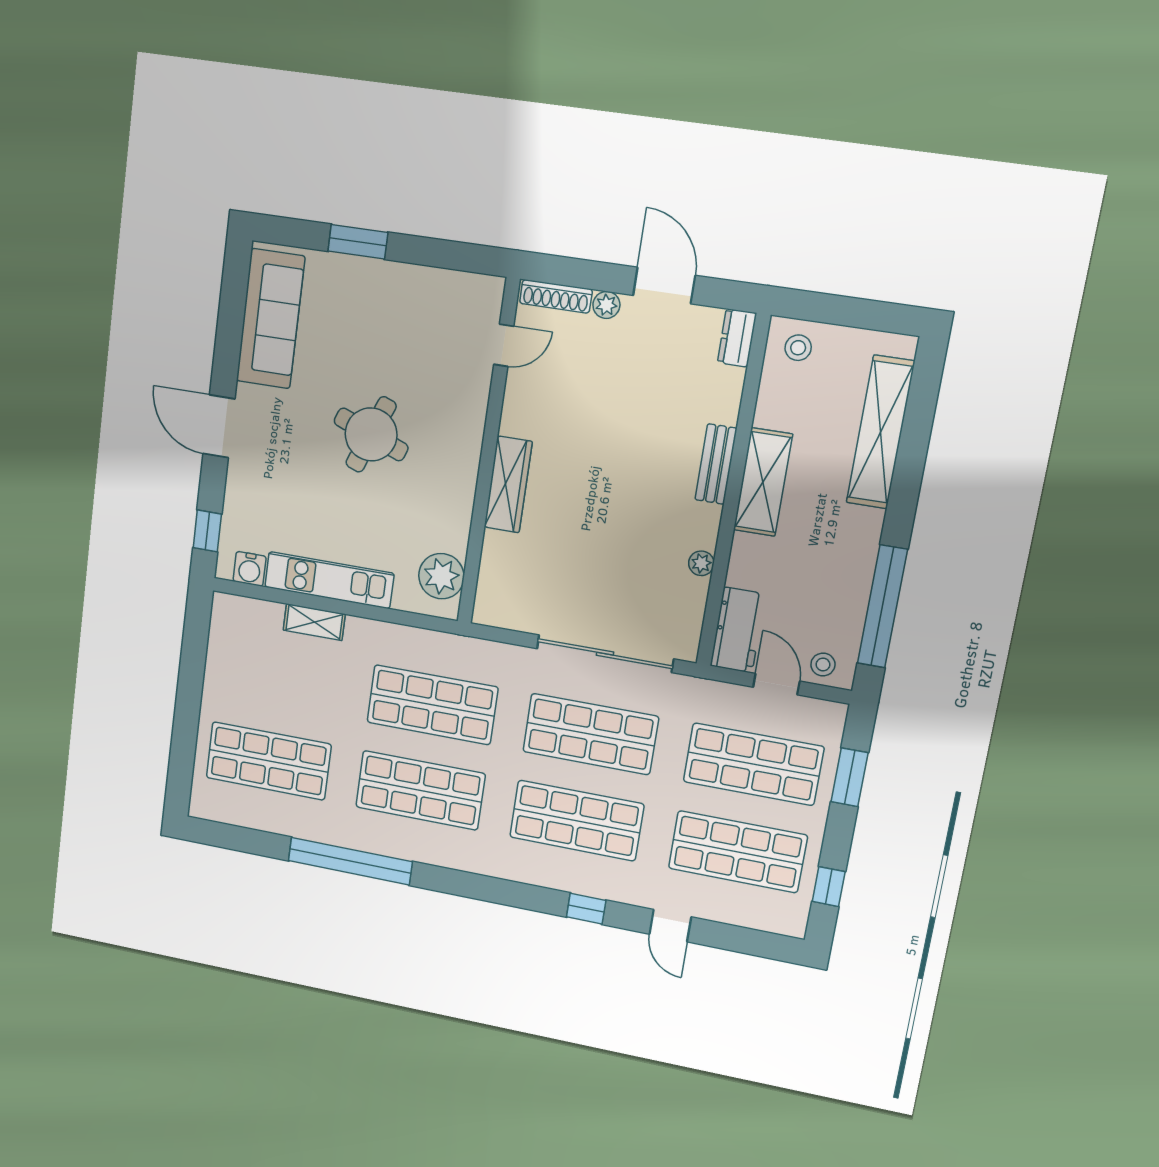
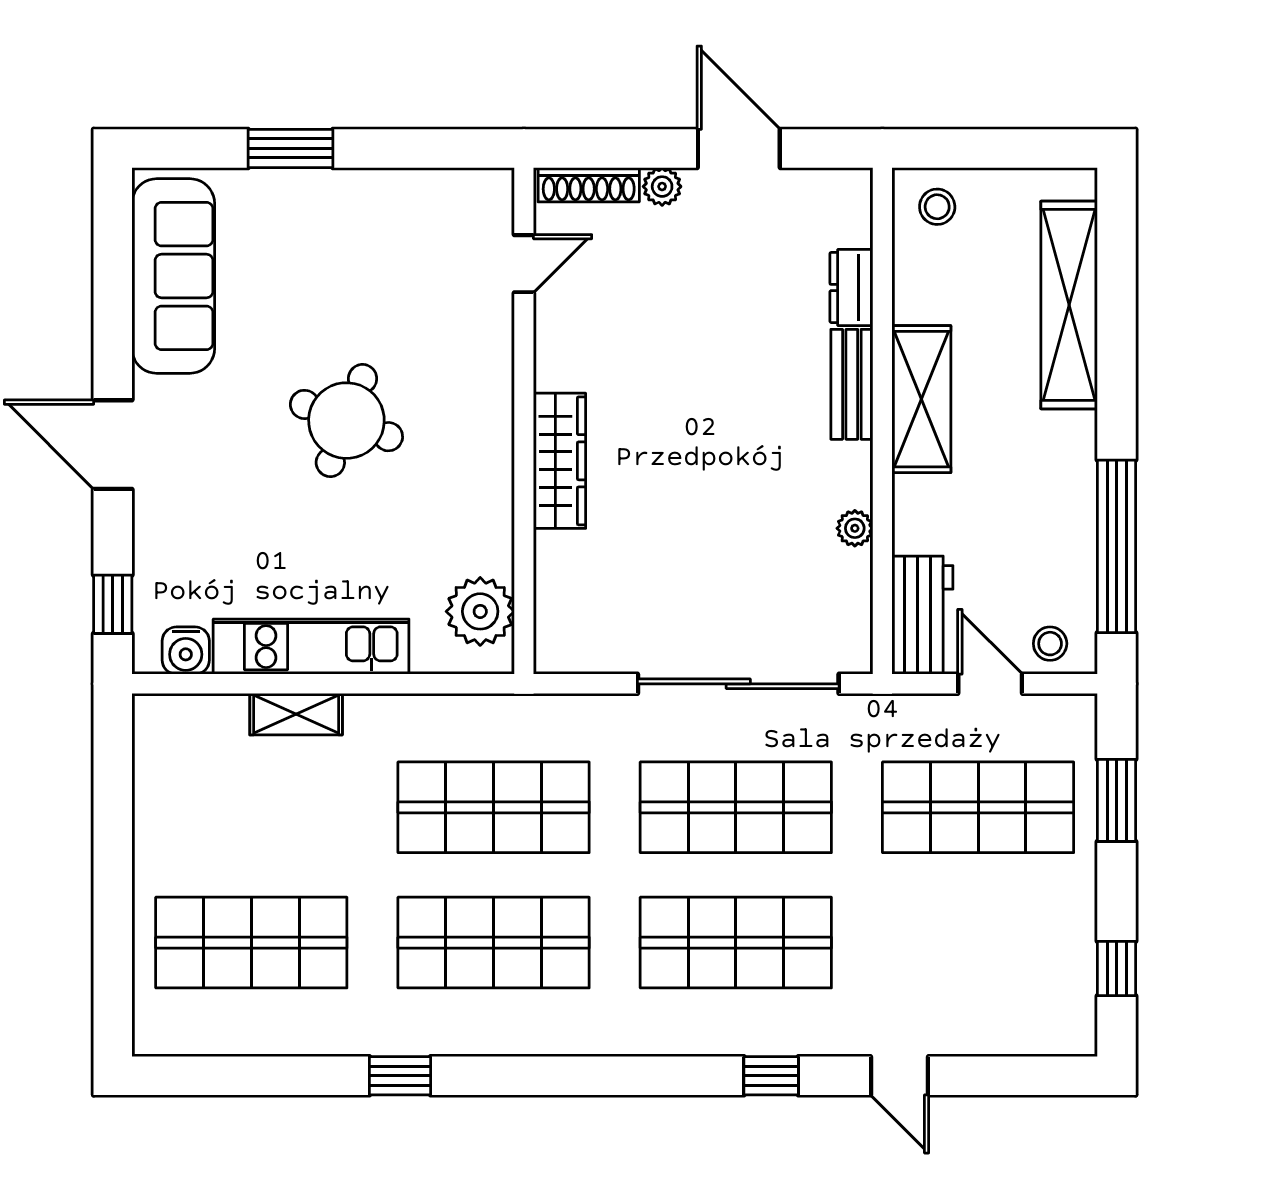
dresser: (737, 338) -> (851, 287), moved
shop shelf: (738, 852) -> (978, 943), removed
window: (350, 861) -> (400, 1076), width x0.32

